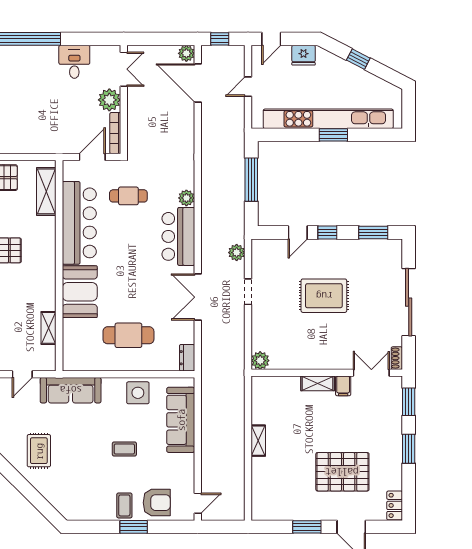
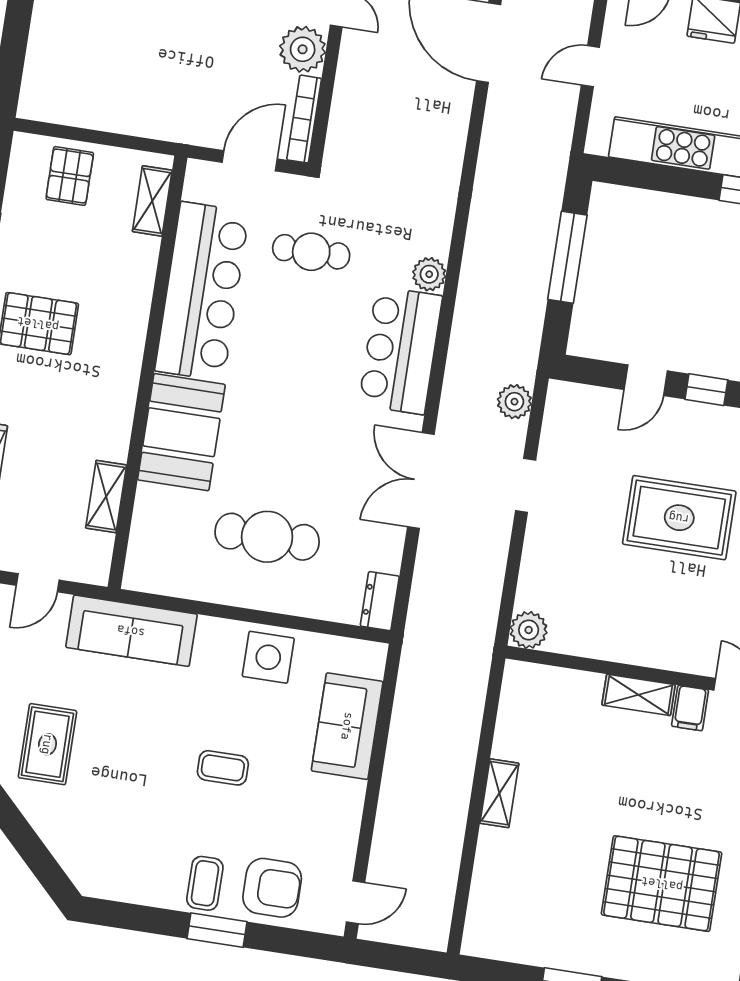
shelving: (46, 191) -> (152, 201), width x0.67, depth x0.75
sofa: (181, 420) -> (347, 726), width x0.73

